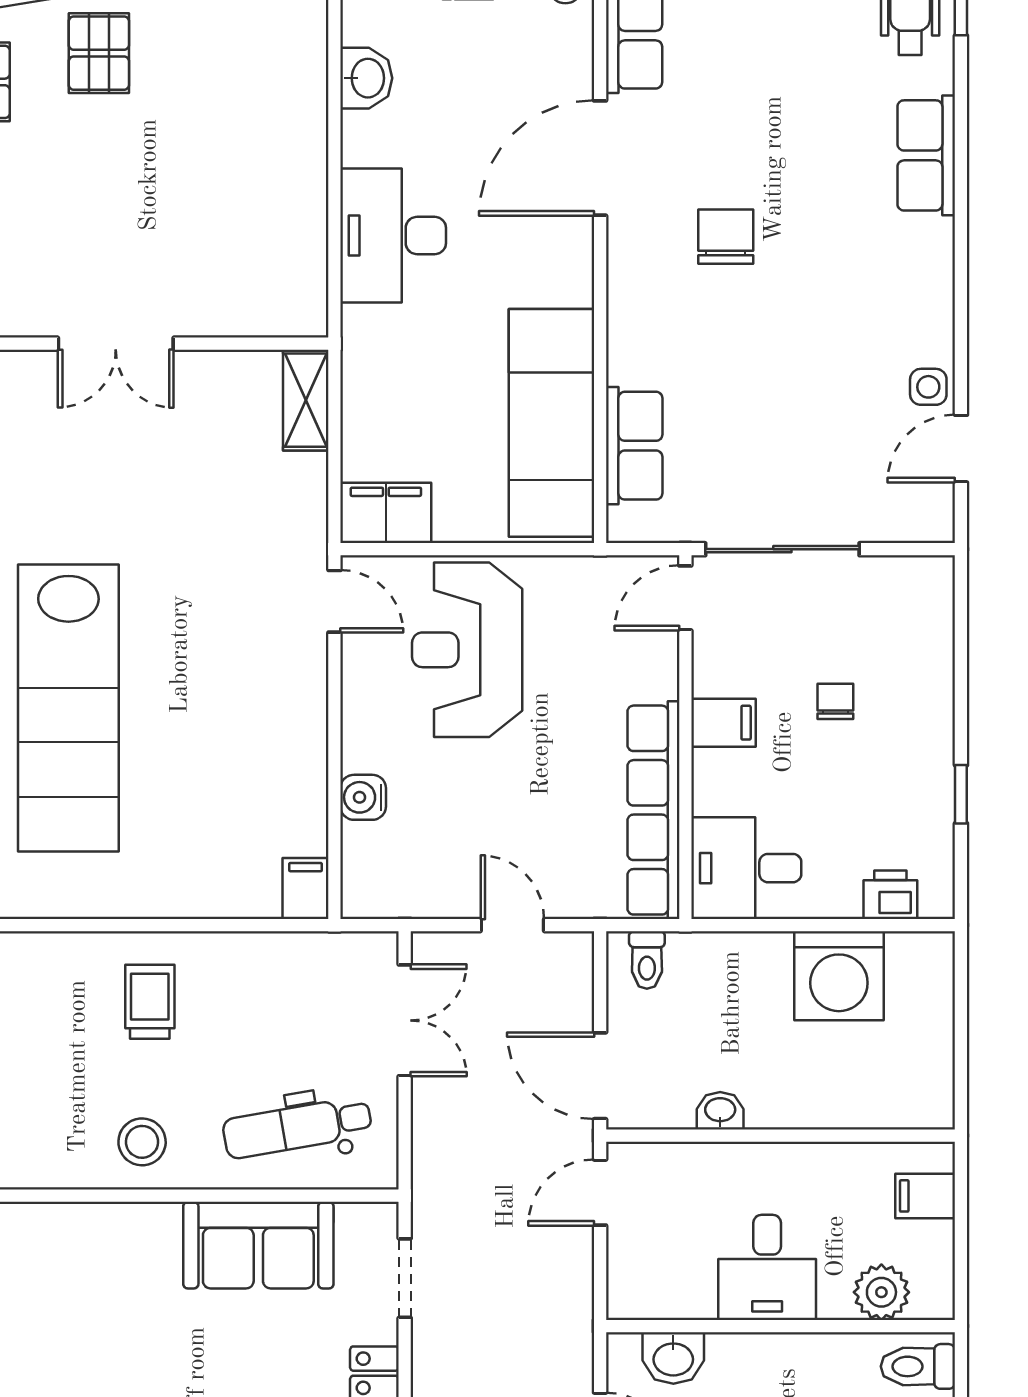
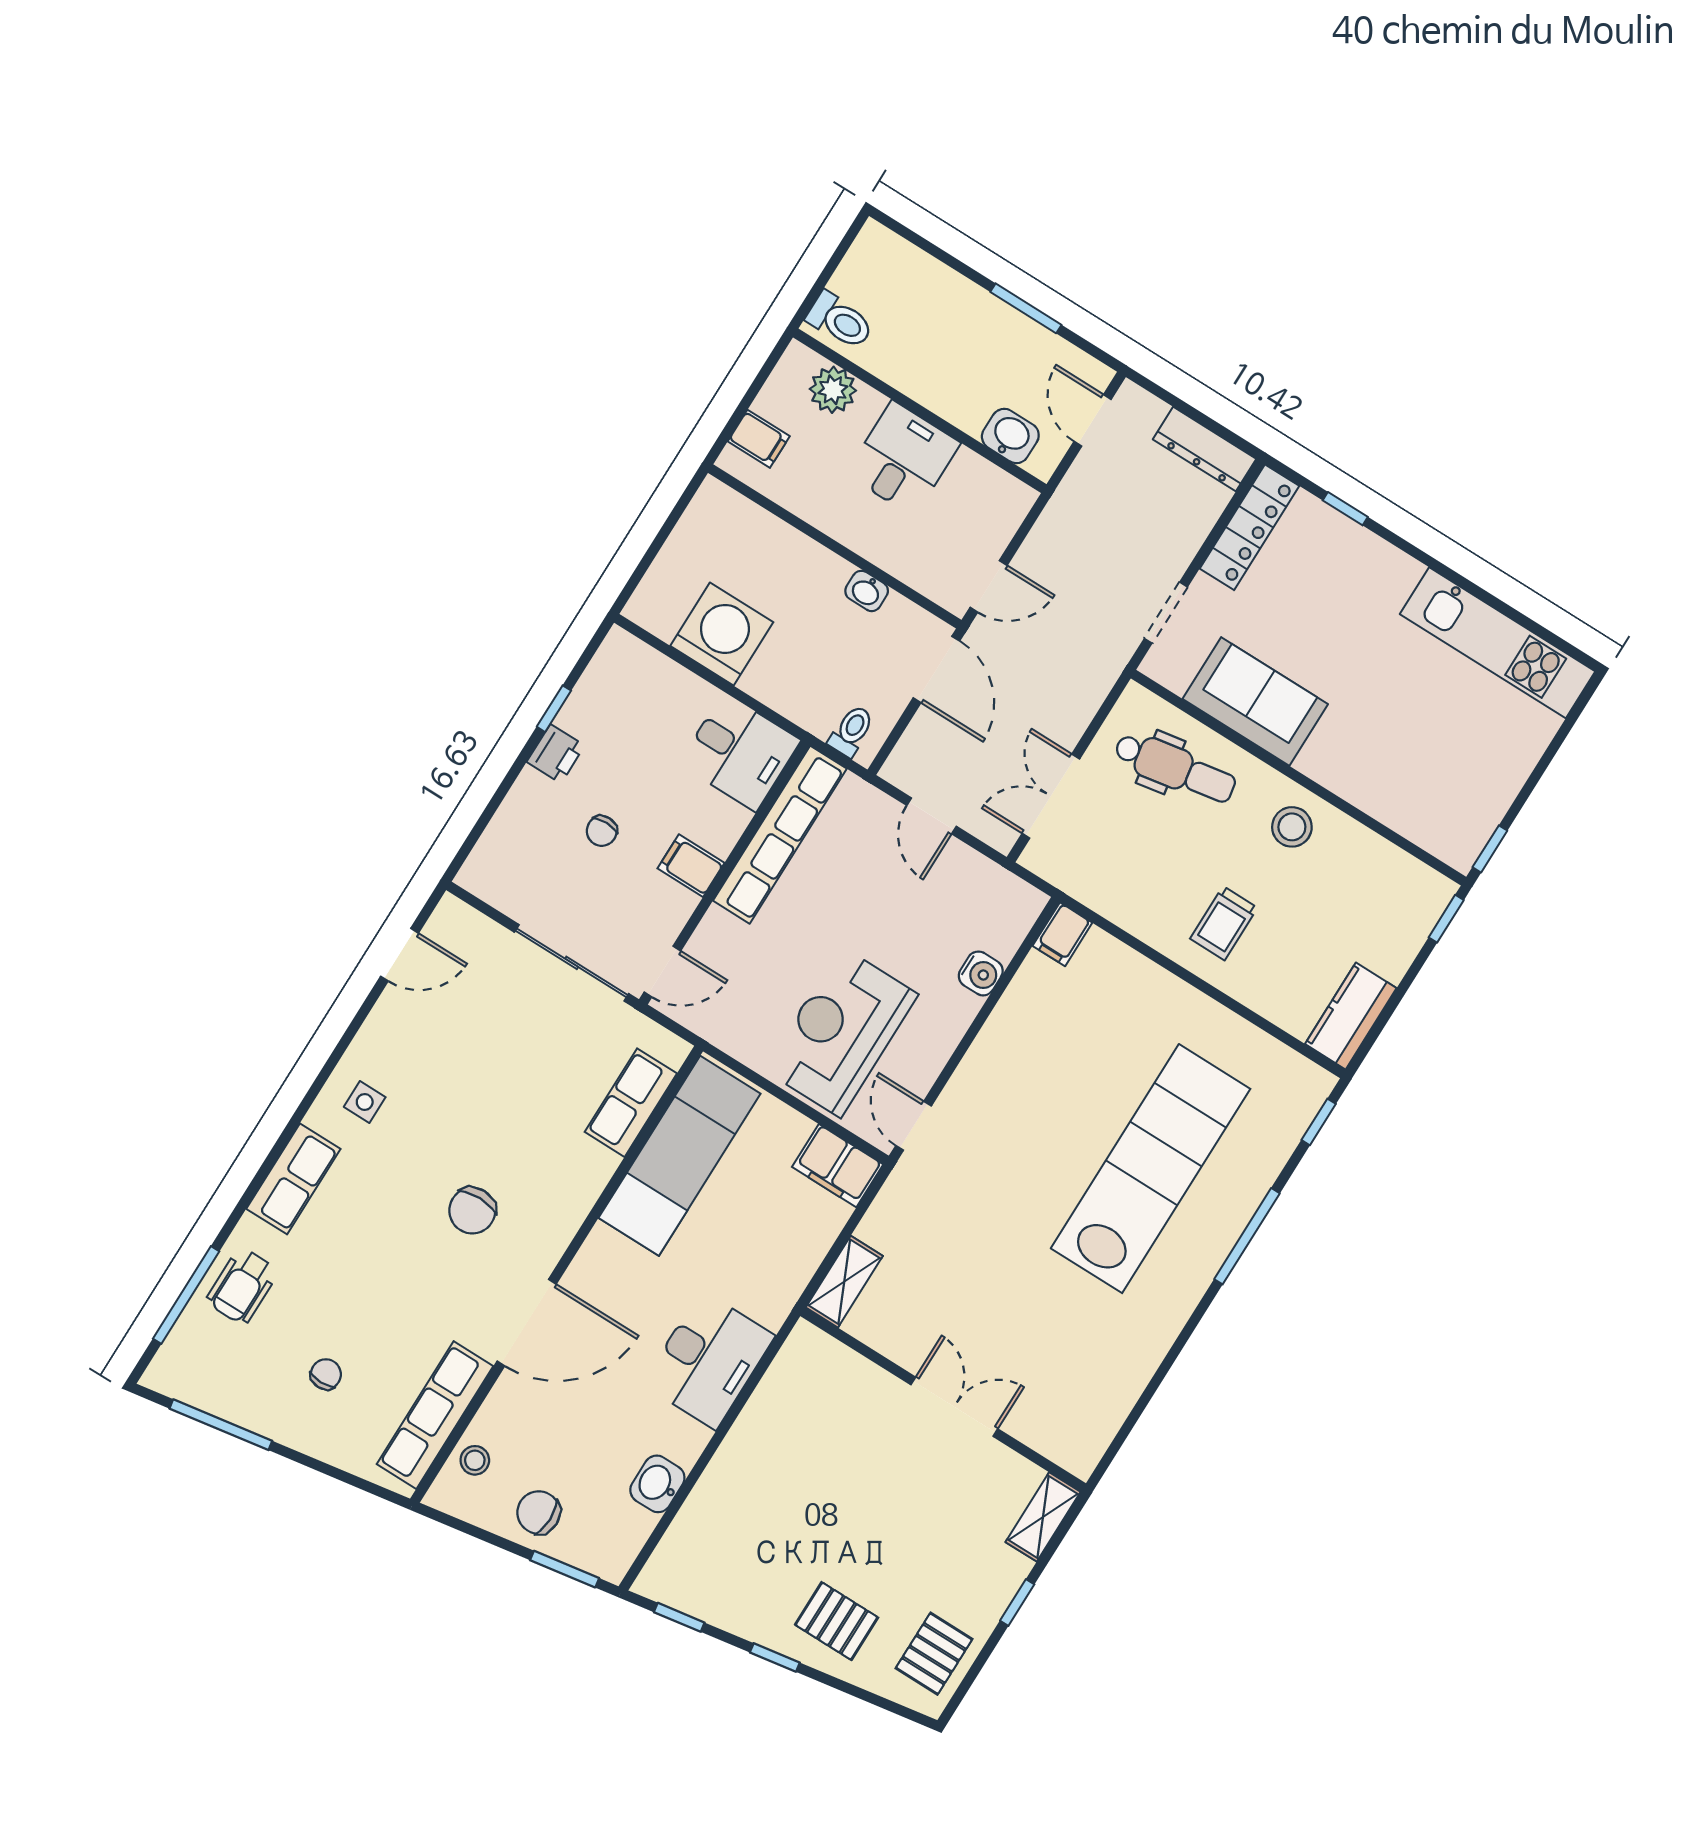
pallet: (99, 53) -> (837, 1621), turned 90
side table: (928, 387) -> (365, 1102), moved
reception desk: (467, 650) -> (841, 1032), turned 180
printer: (890, 895) -> (556, 754), moved, turned -90

